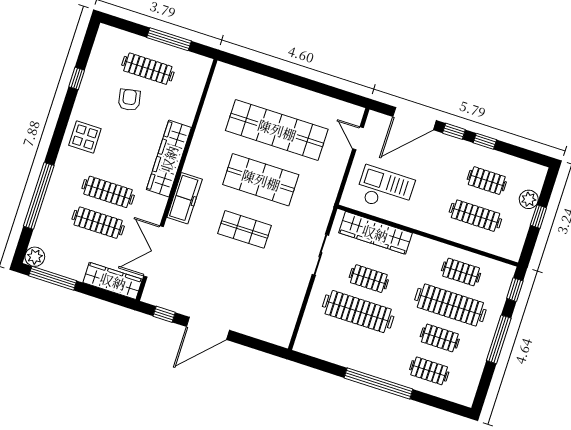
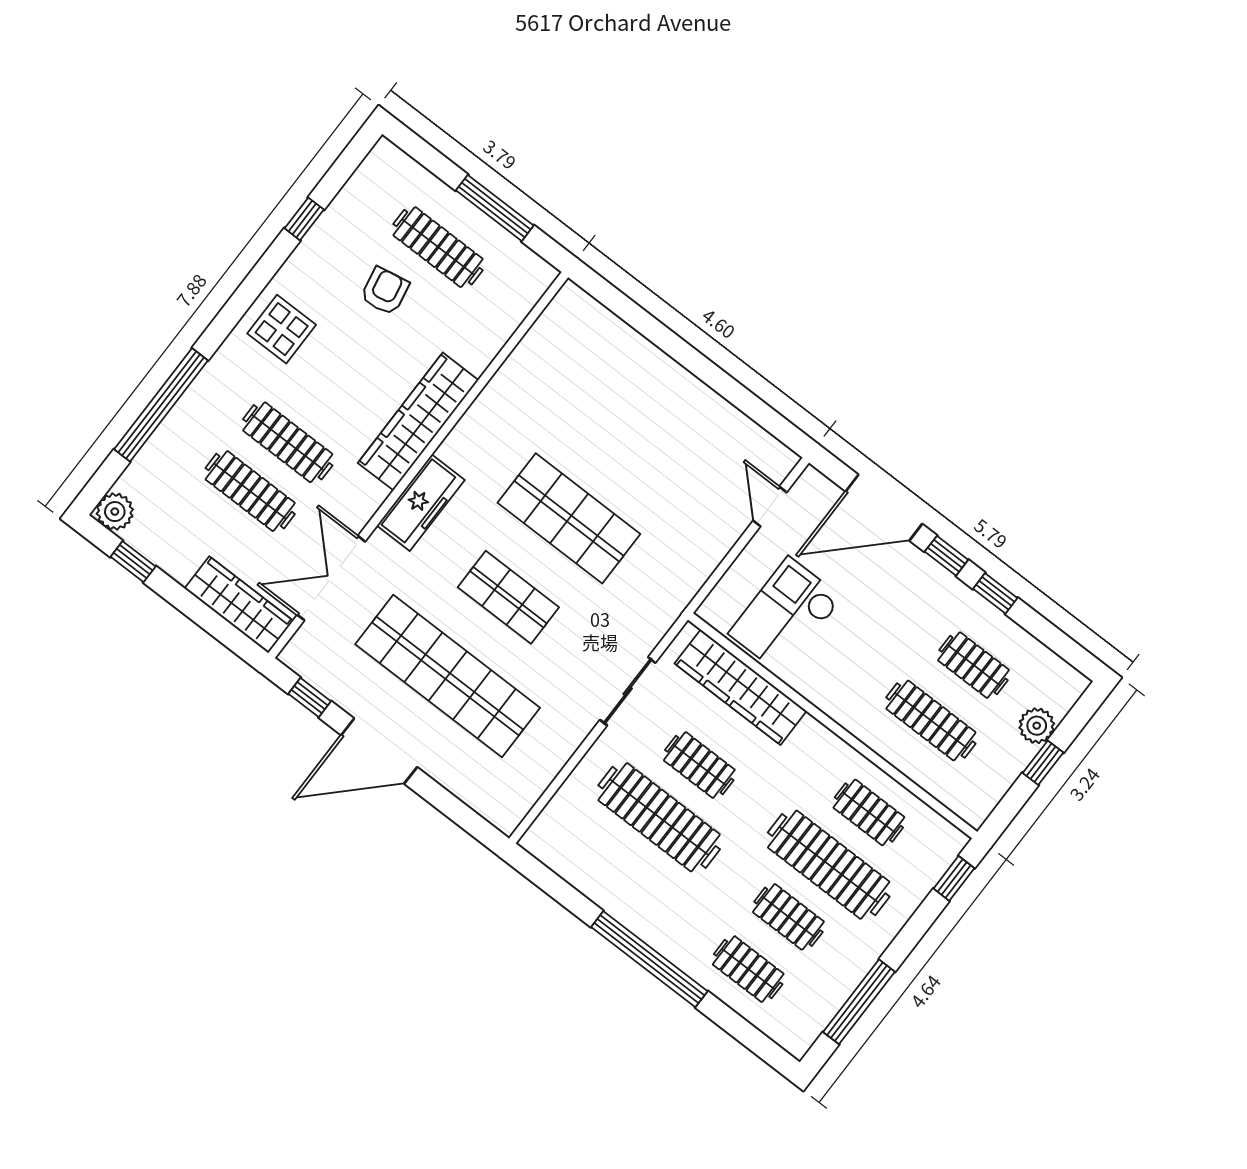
shop shelf: (277, 130) -> (448, 676), moved
checkout: (385, 189) -> (785, 616), turned -90
window: (53, 278) -> (133, 562), width x0.46
window: (499, 339) -> (859, 1002), moved

